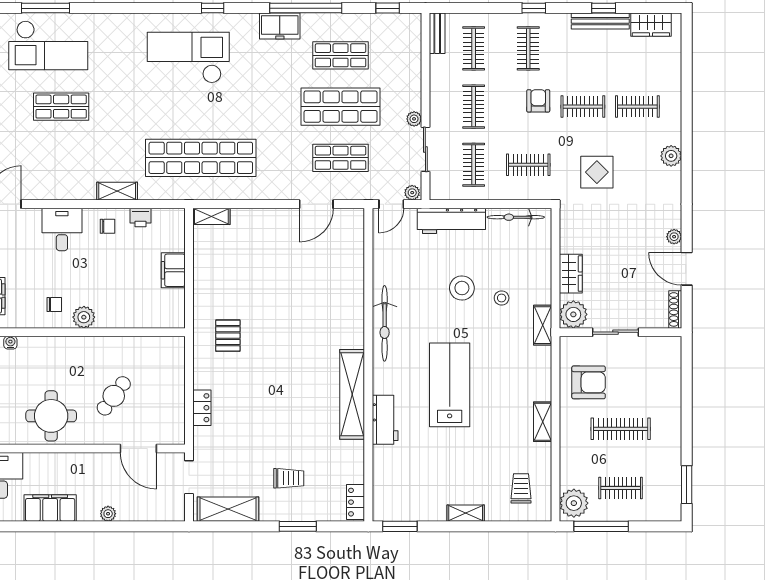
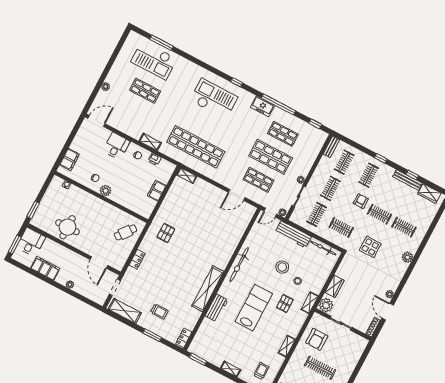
pallet: (500, 349) -> (285, 304), added
armchair: (589, 382) -> (317, 339), turned 90
cafe table: (114, 396) -> (125, 232), moved

